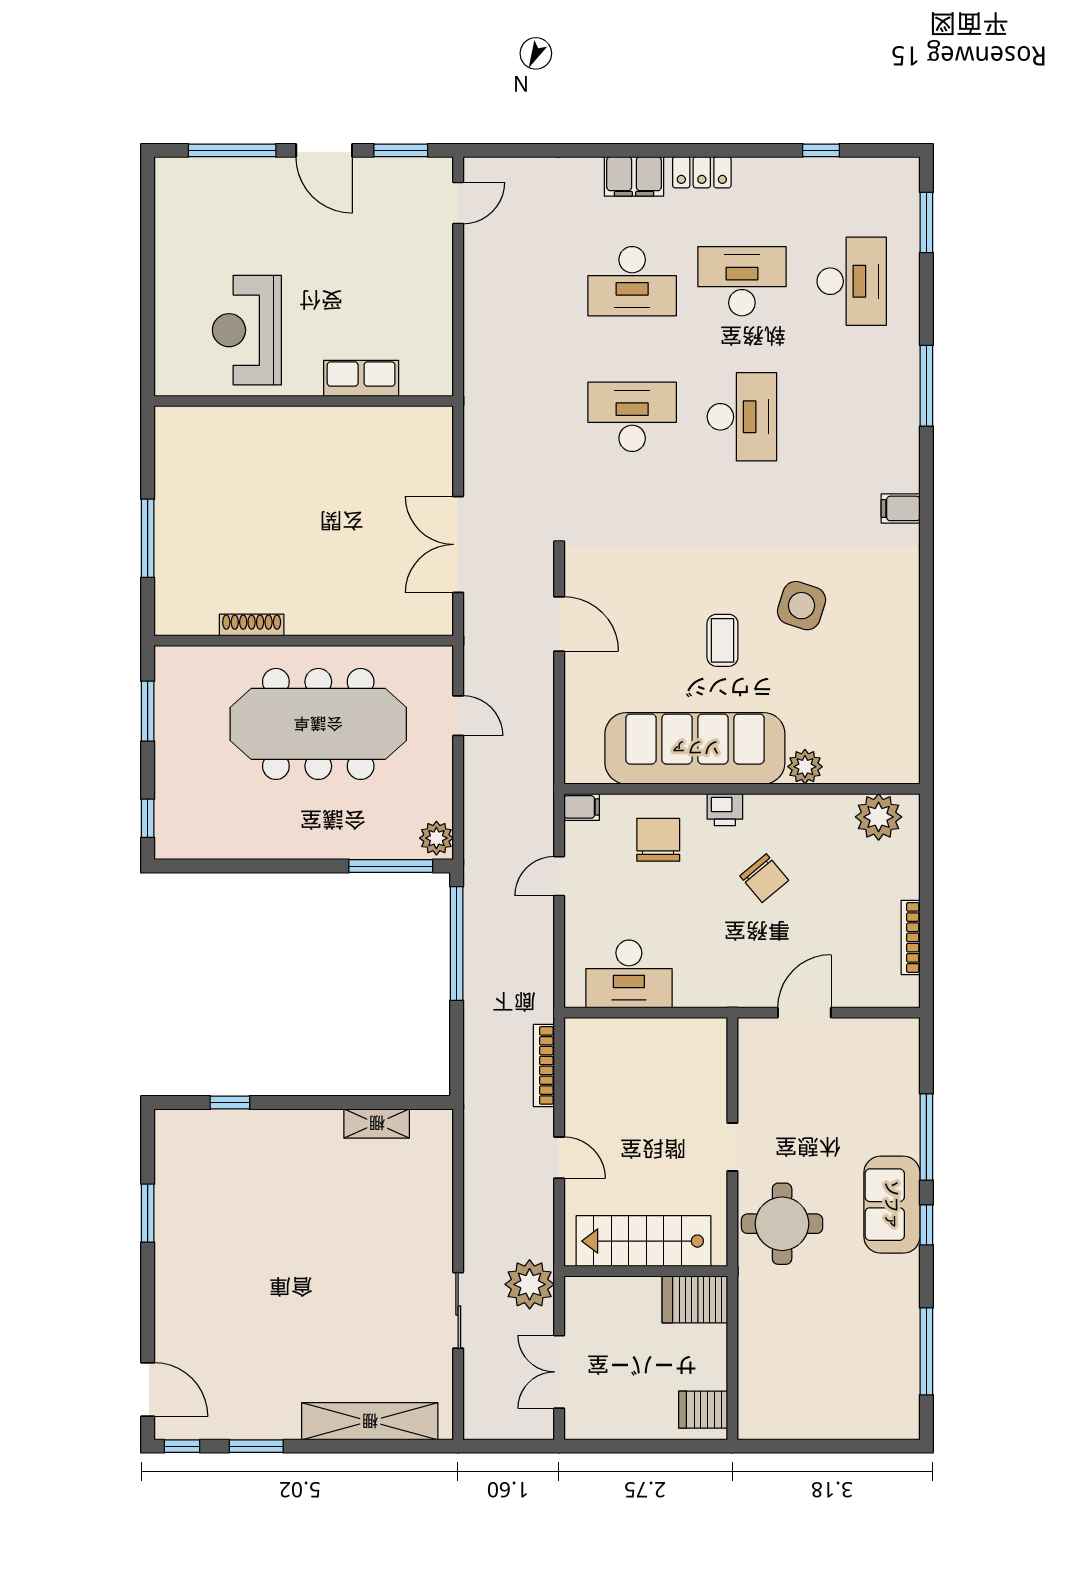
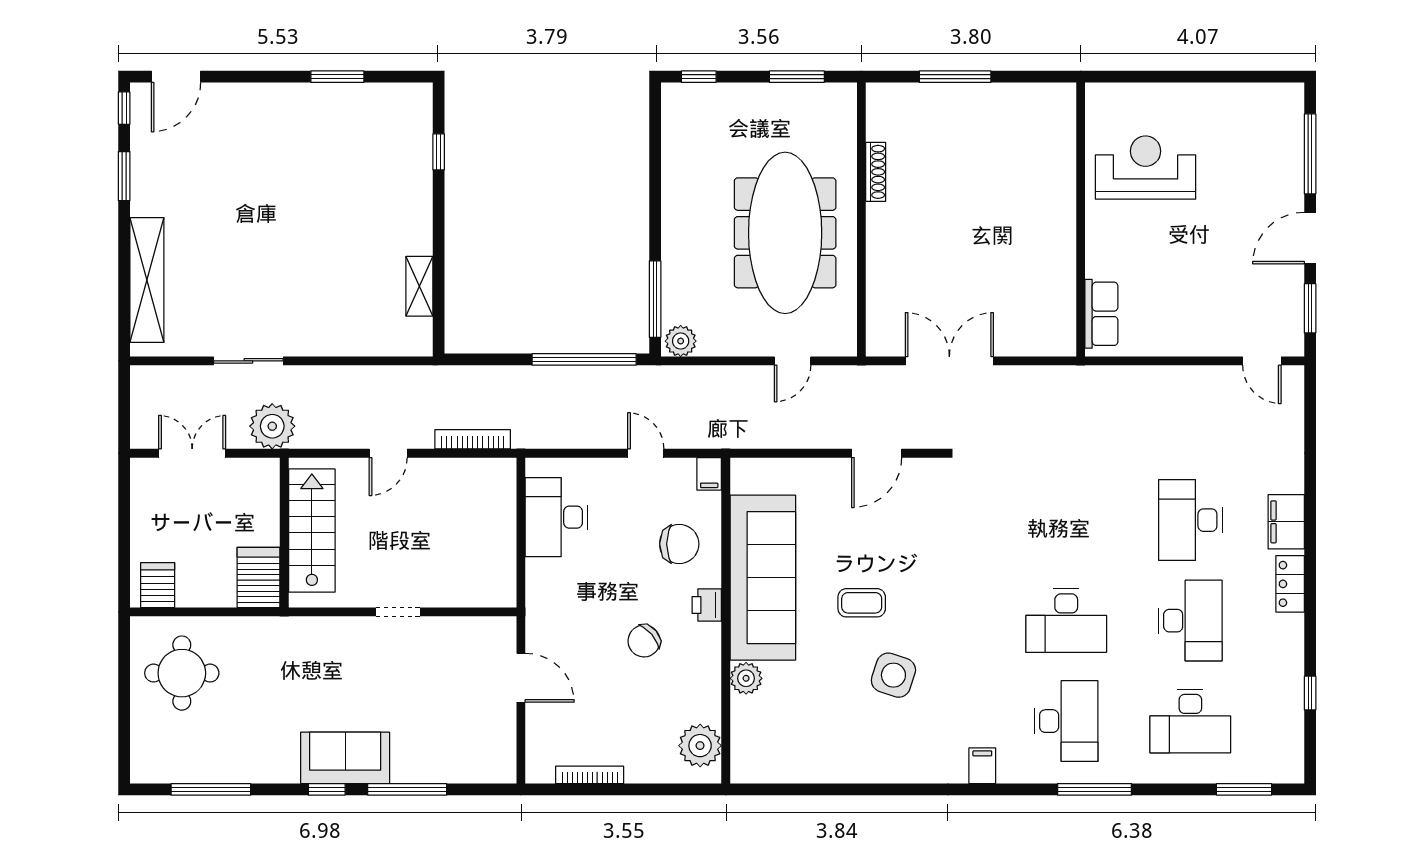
row of seats: (361, 378) -> (1101, 314), moved
desk: (632, 417) -> (1066, 721), moved
round table: (782, 1224) -> (182, 673), moved

